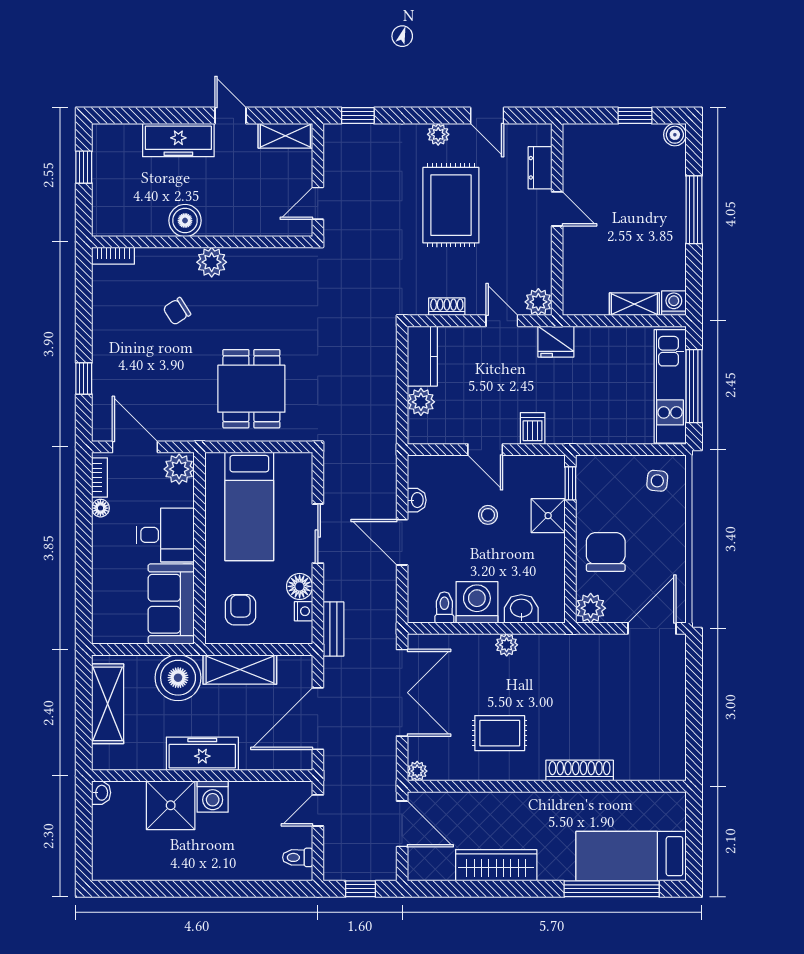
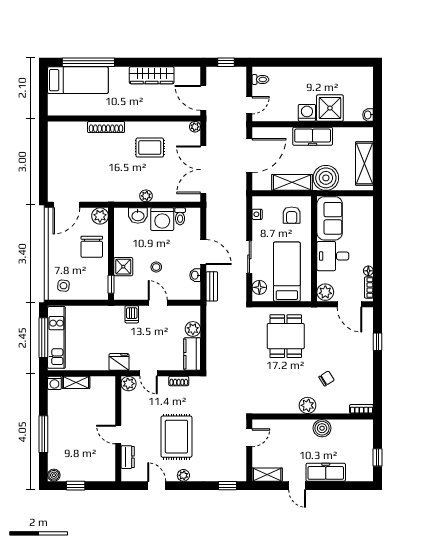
floor lamp: (300, 586) -> (259, 287), moved
bench: (333, 629) -> (212, 286), moved

